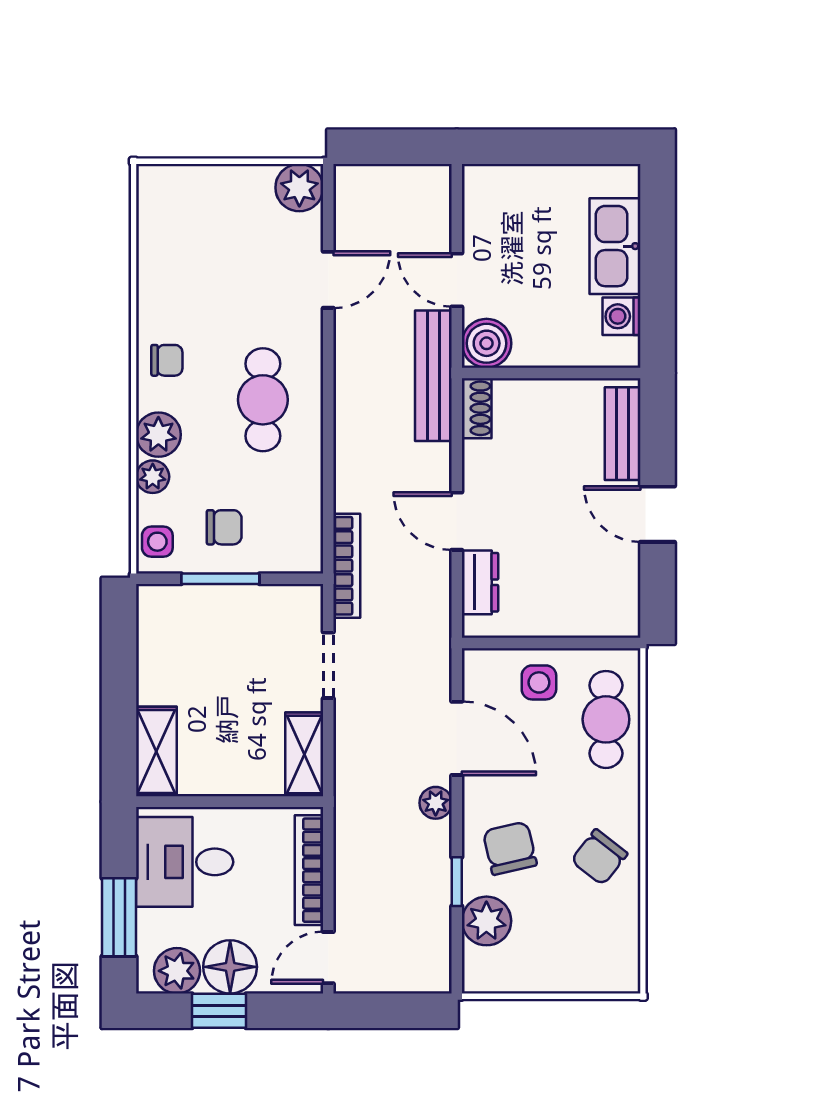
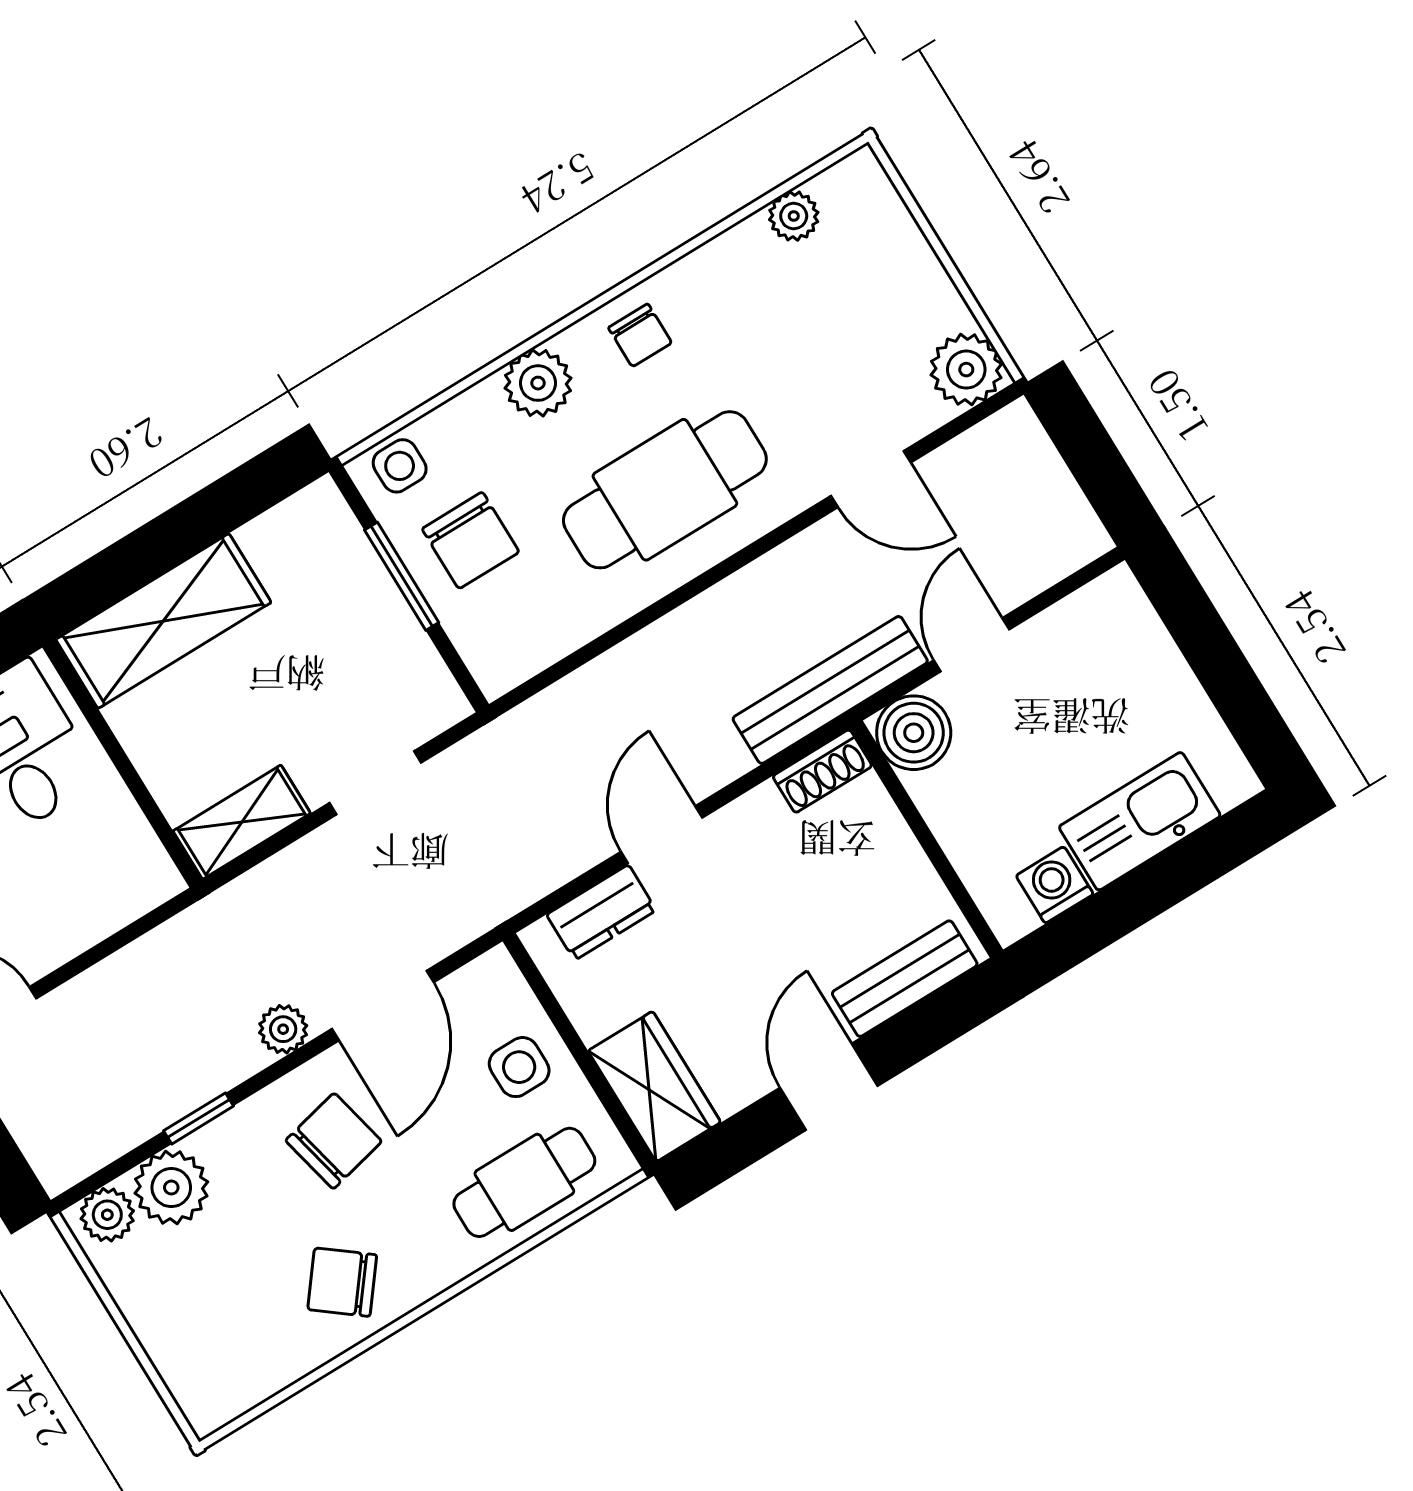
cafe table: (263, 400) -> (665, 490), width x1.37, depth x1.35
plant: (153, 477) -> (794, 216), moved
chair: (224, 527) -> (471, 540), width x1.37, depth x1.37
bookcase: (347, 566) -> (518, 728), removed
wardrobe: (597, 613) -> (654, 1087), added
shelving: (156, 752) -> (163, 621), width x1.50, depth x1.33
chair: (510, 848) -> (334, 1141), moved
bookcase: (309, 870) -> (97, 919), removed
plant: (480, 967) -> (107, 1215), added

